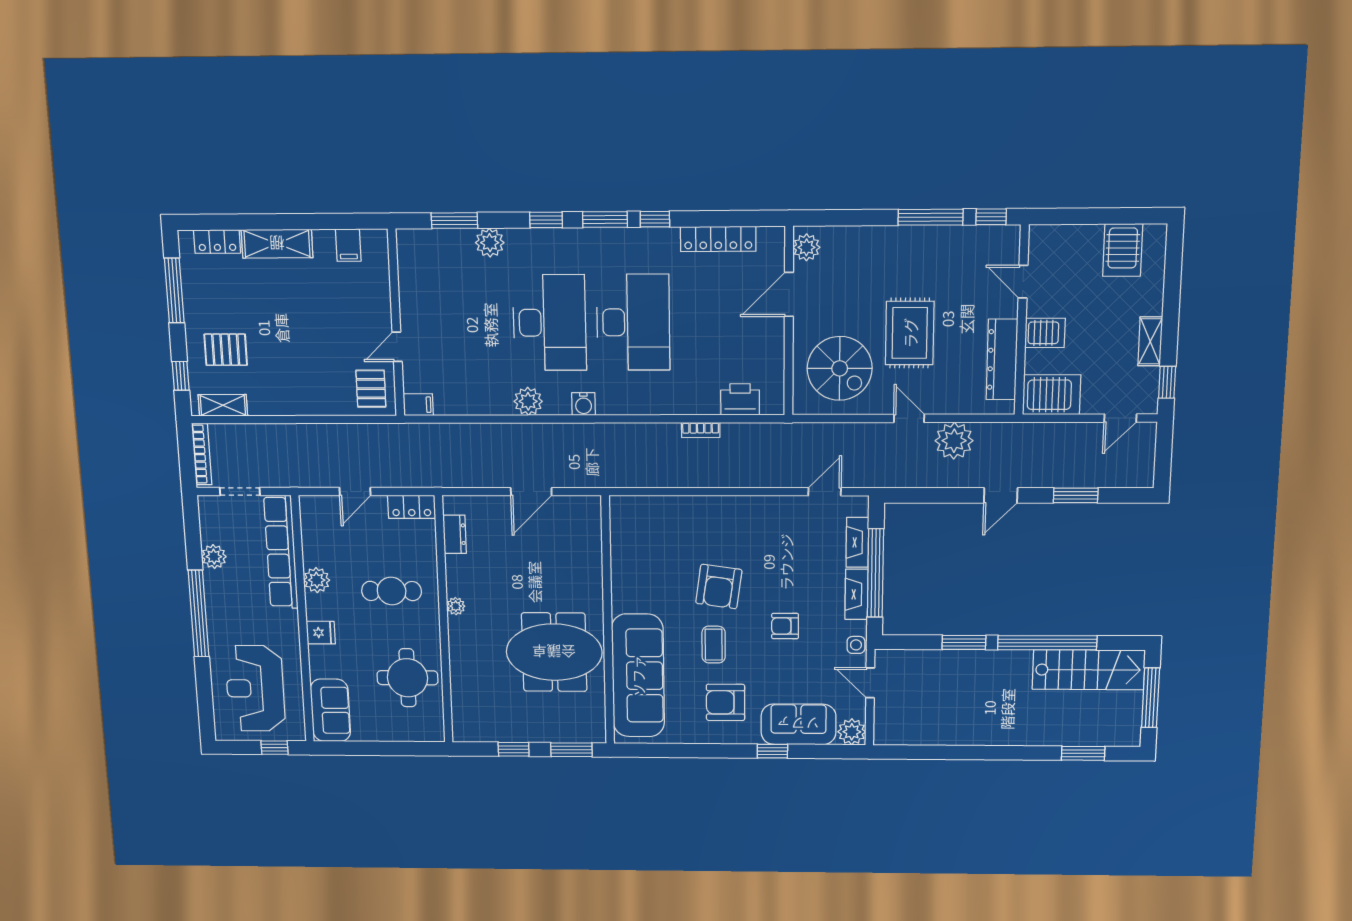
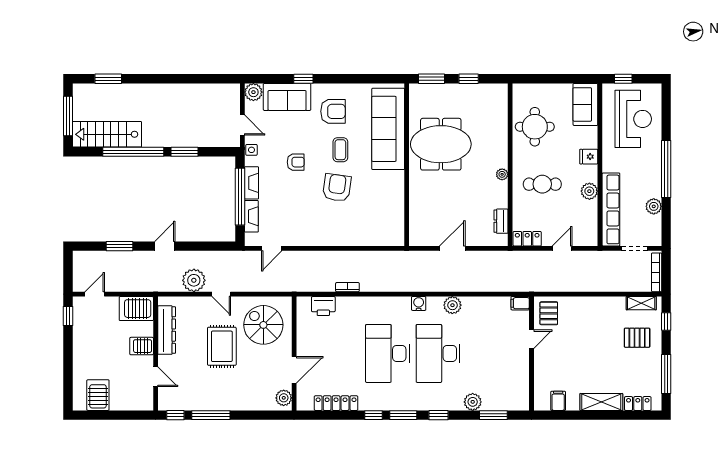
shelving: (1150, 341) -> (79, 341), removed

